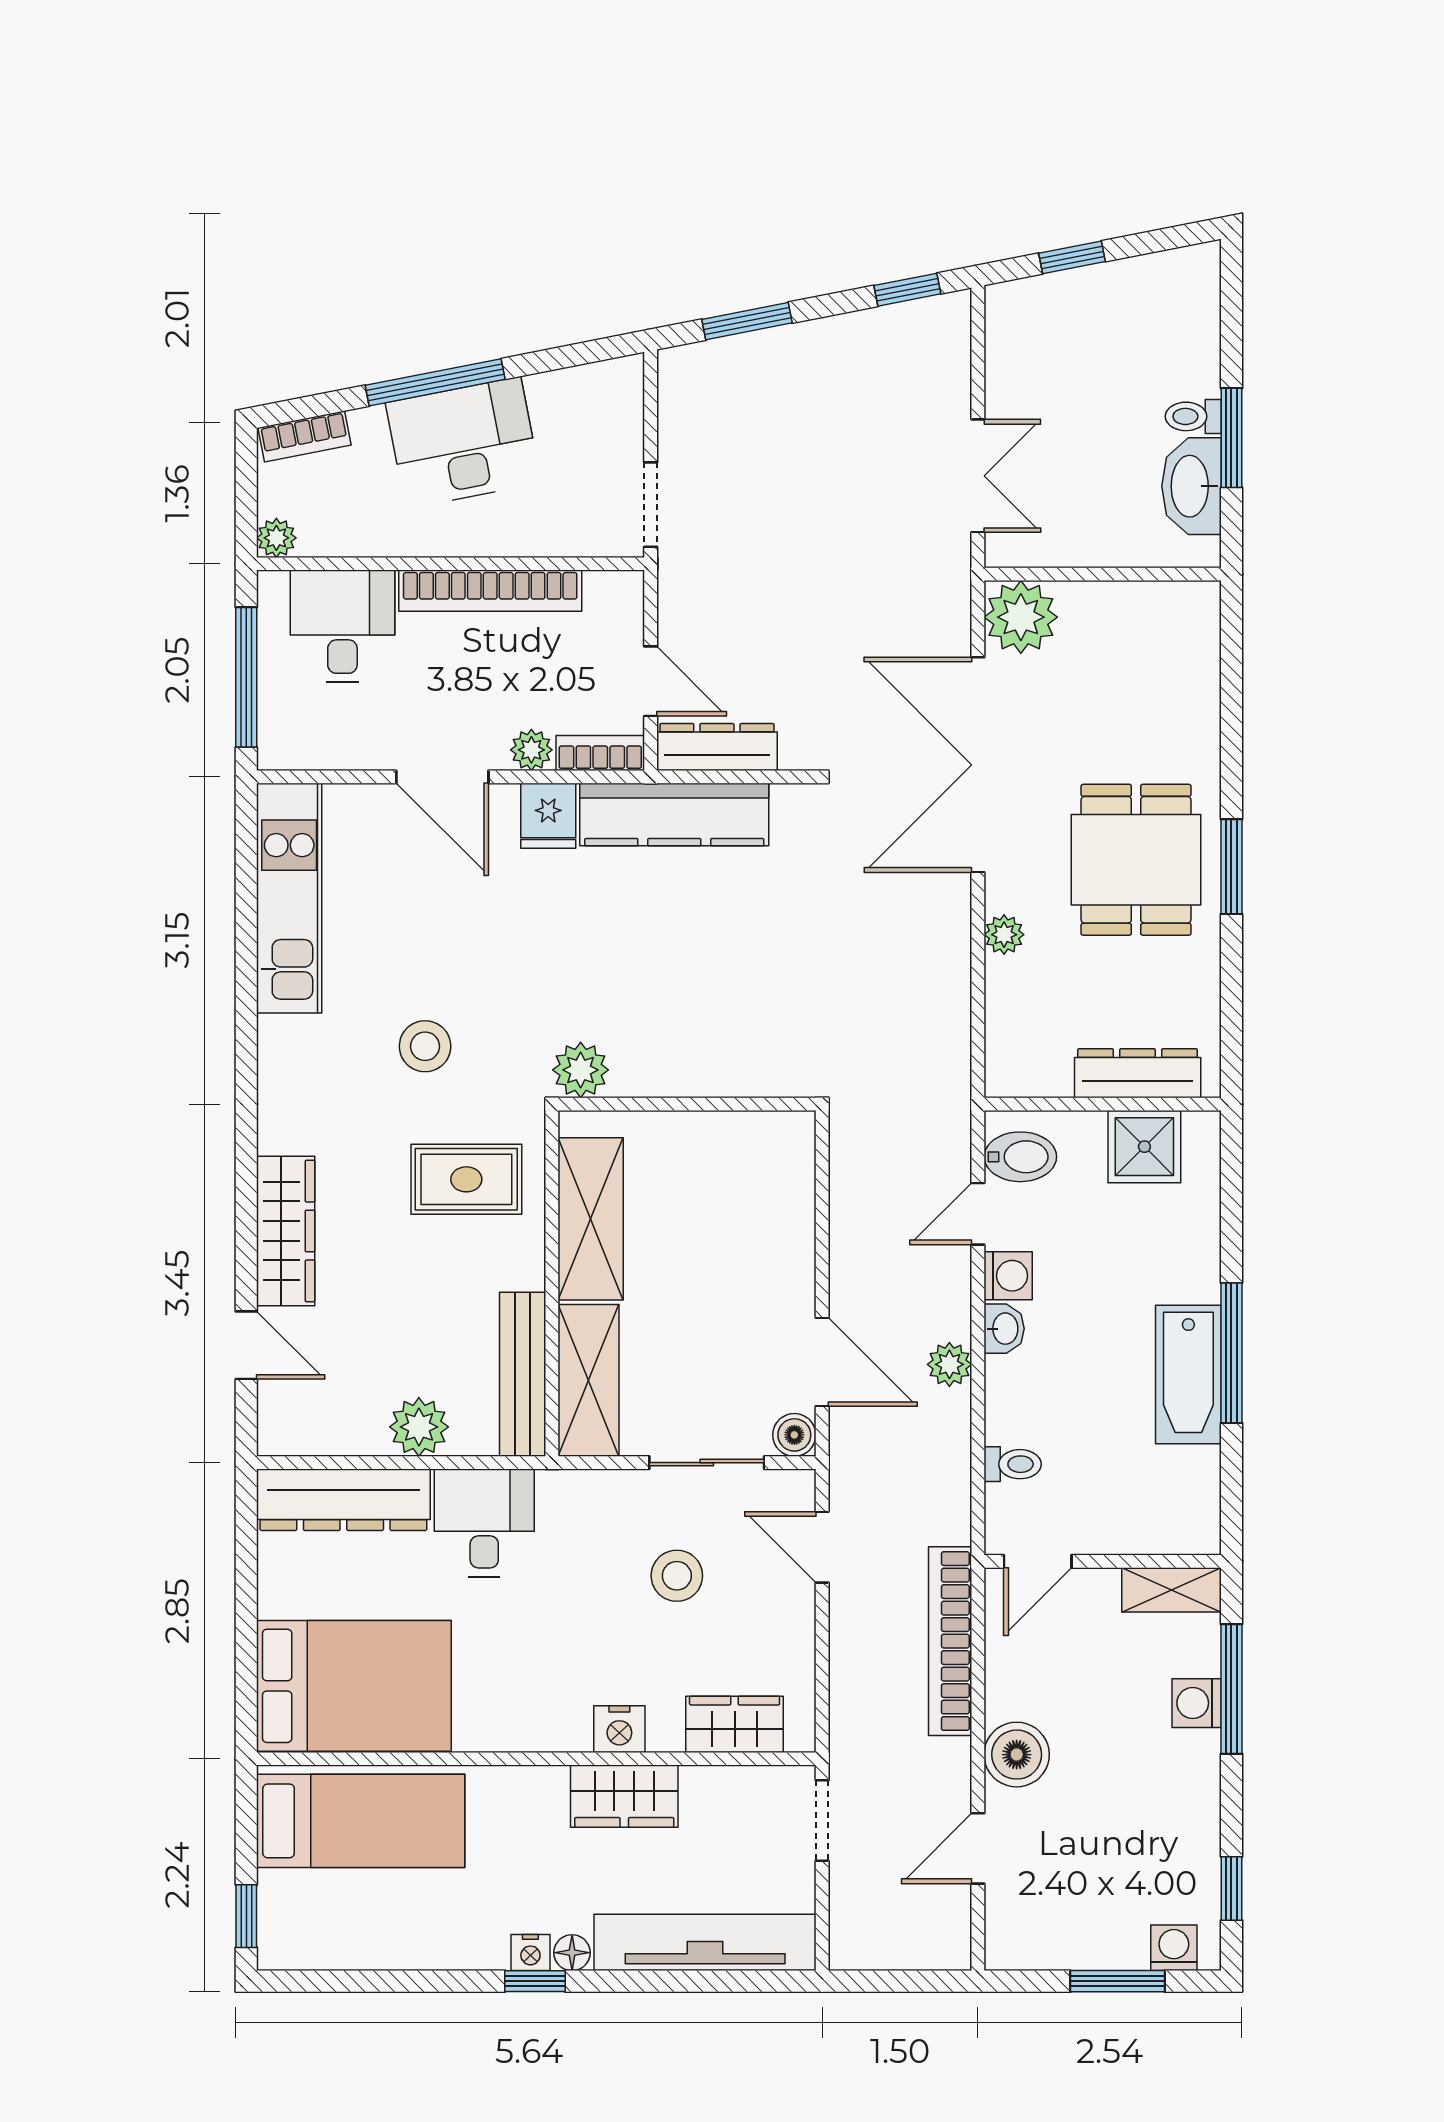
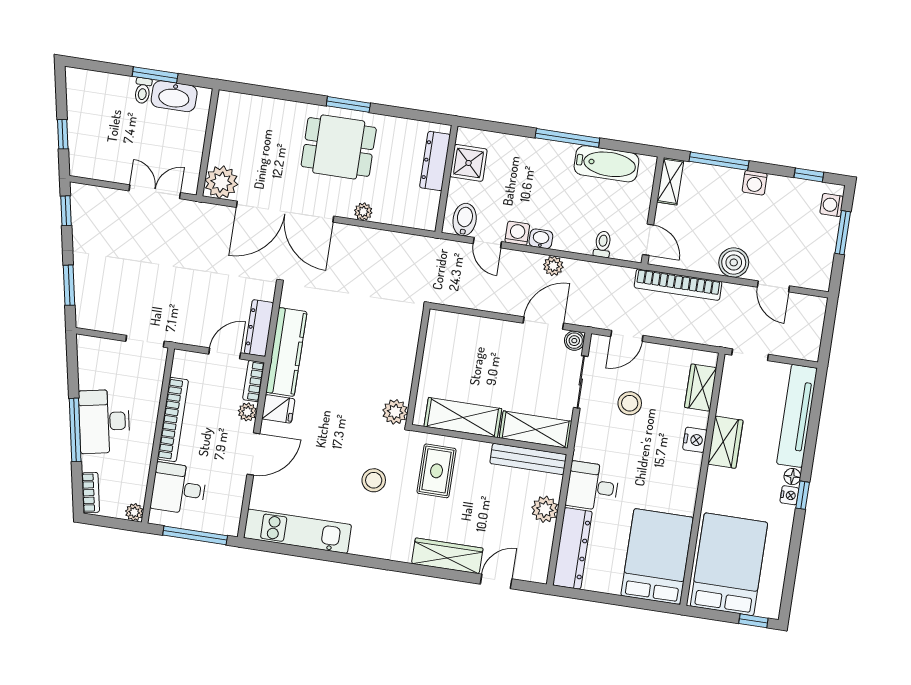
bathtub: (1188, 1374) -> (606, 164), moved
washing machine: (1197, 1703) -> (755, 183), moved
bed: (361, 1821) -> (729, 564), width x1.50

